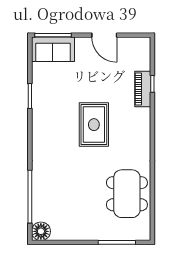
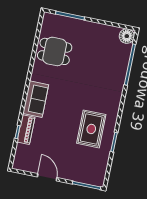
sofa: (53, 49) -> (36, 99), moved, turned 90
rug: (94, 125) -> (91, 129), moved
dining table: (127, 194) -> (55, 51), width x0.73

